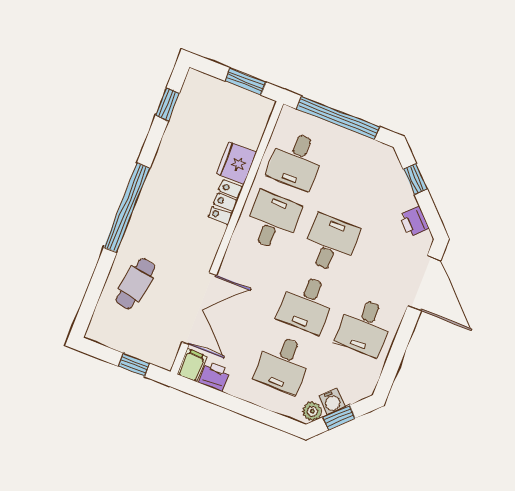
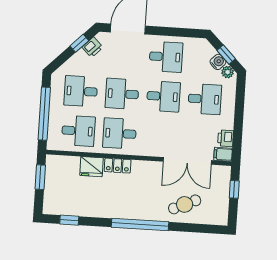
window: (415, 179) -> (79, 43), moved
desk: (354, 183) -> (81, 91), added
cafe table: (135, 284) -> (185, 204), turned -34
double door: (199, 309) -> (187, 161), swing flipped

